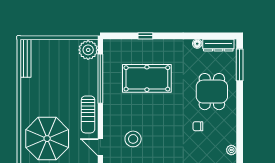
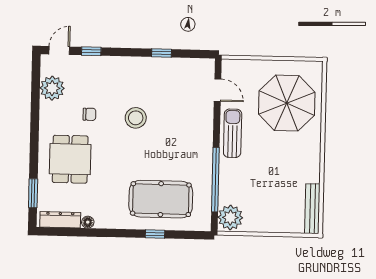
window: (240, 65) -> (33, 193), width x0.69
pool table: (147, 78) -> (161, 199), moved
stool: (133, 139) -> (136, 118), moved
plant: (231, 150) -> (52, 88), width x1.87, depth x1.87

